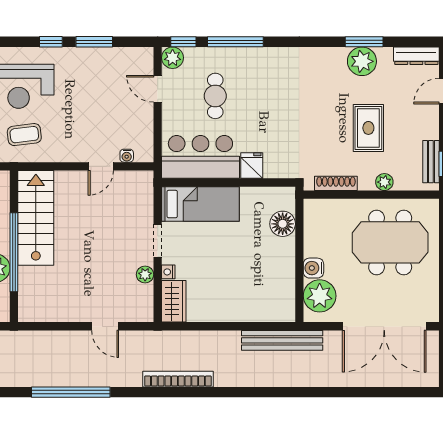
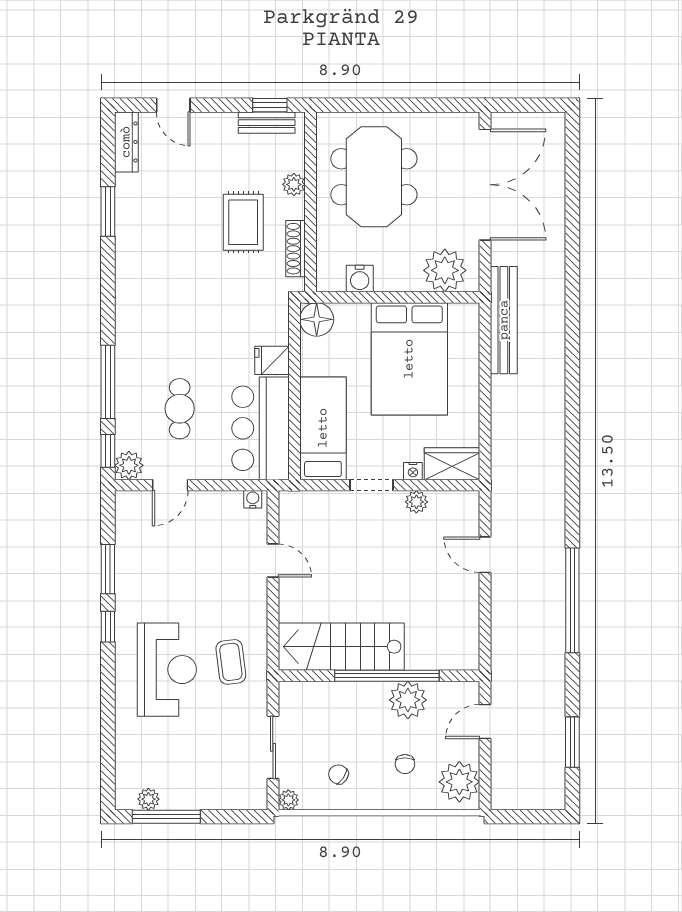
plant: (362, 61) -> (134, 214), removed
cafe table: (215, 96) -> (180, 409), turned 90
rug: (368, 128) -> (243, 222), moved, turned 90
water cooler: (127, 156) -> (253, 499), moved, turned -90
floor lamp: (283, 224) -> (317, 319), moved
water cooler: (313, 268) -> (360, 278), moved
bed: (253, 269) -> (409, 359), added
door: (105, 326) -> (485, 555), swing flipped
bookcase: (178, 379) -> (555, 458), removed

